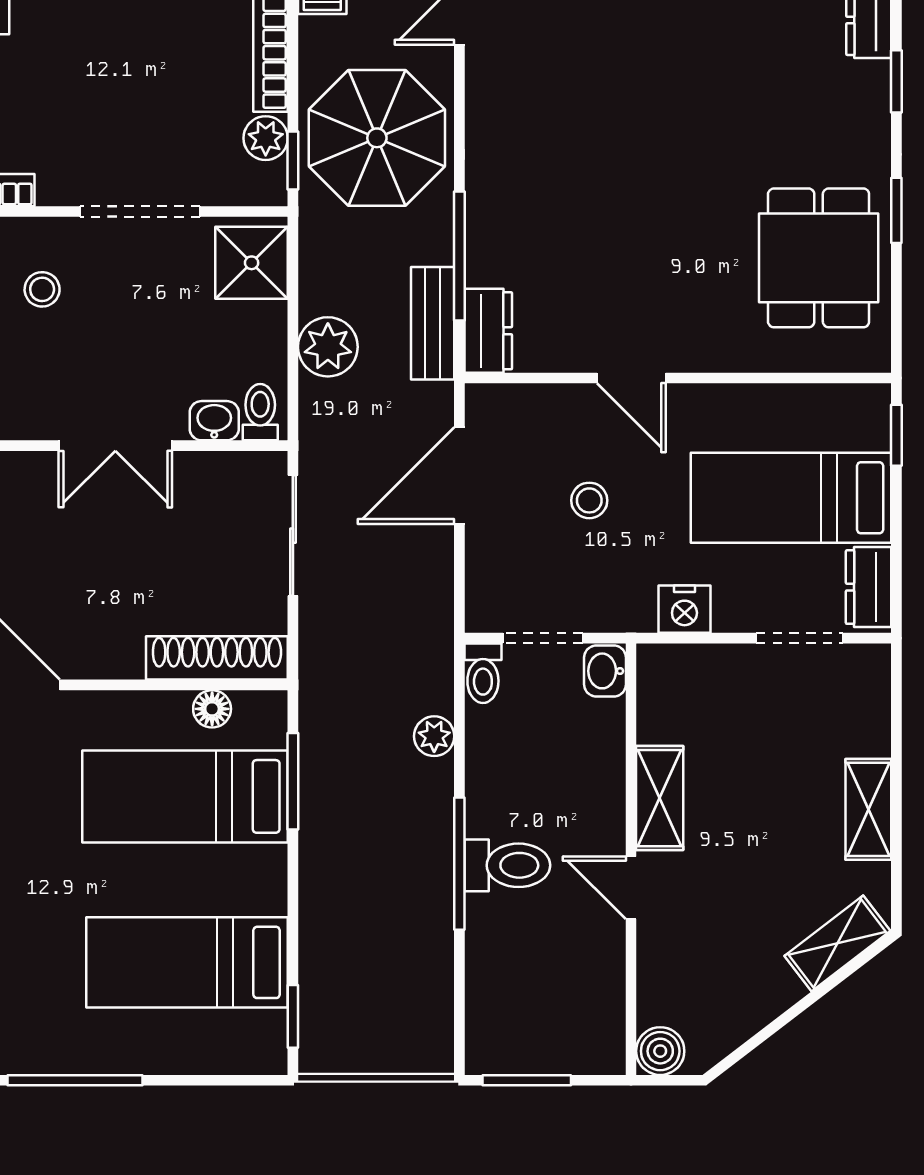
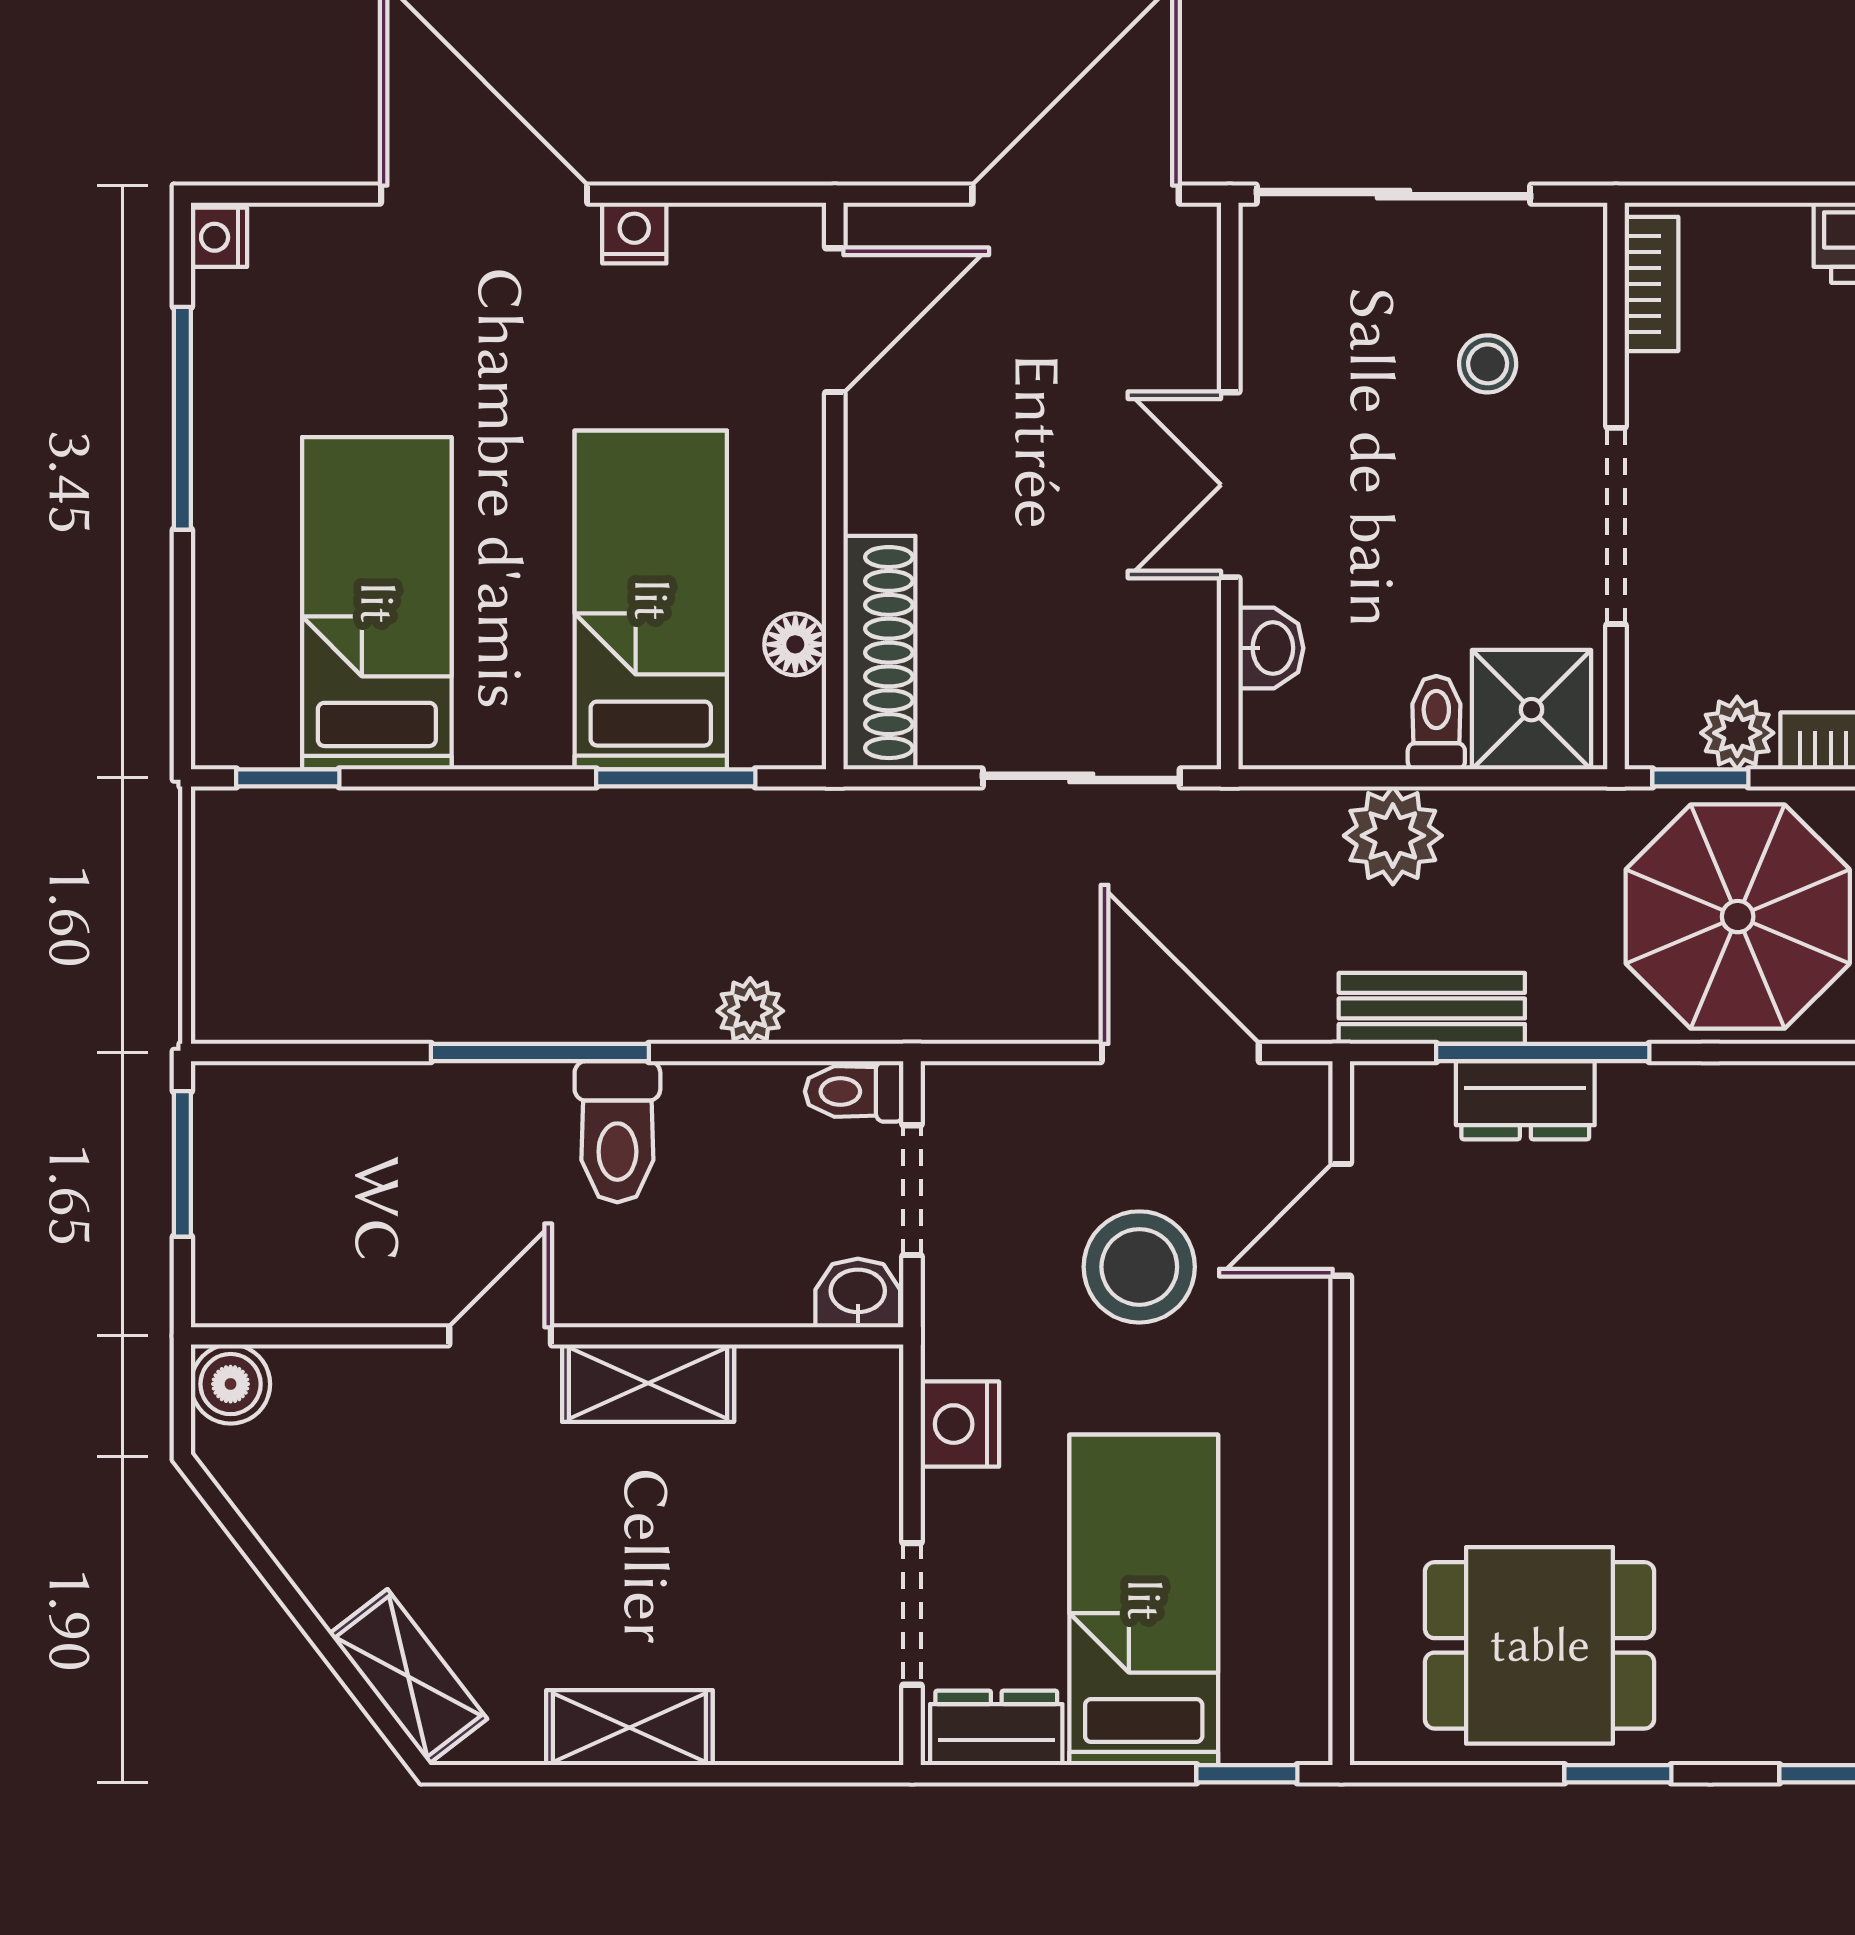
dresser: (488, 331) -> (1525, 1100), moved
door: (631, 378) -> (1341, 1220), moved
toilet: (260, 412) -> (1436, 723), moved, turned -90
stool: (589, 500) -> (1139, 1267), width x1.89, depth x1.89
toilet: (507, 865) -> (617, 1132), moved

